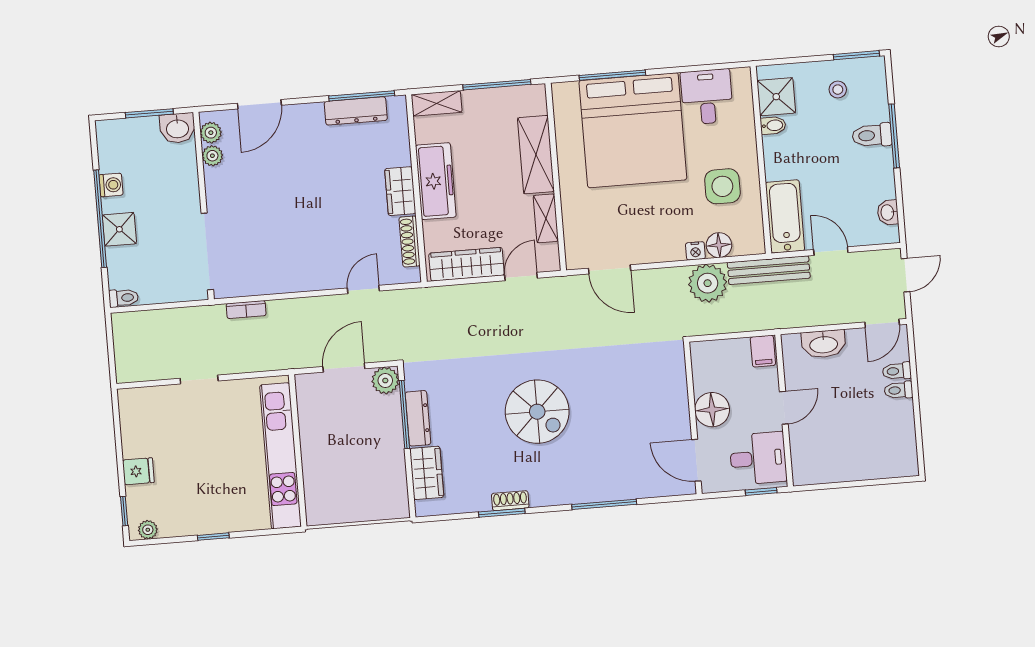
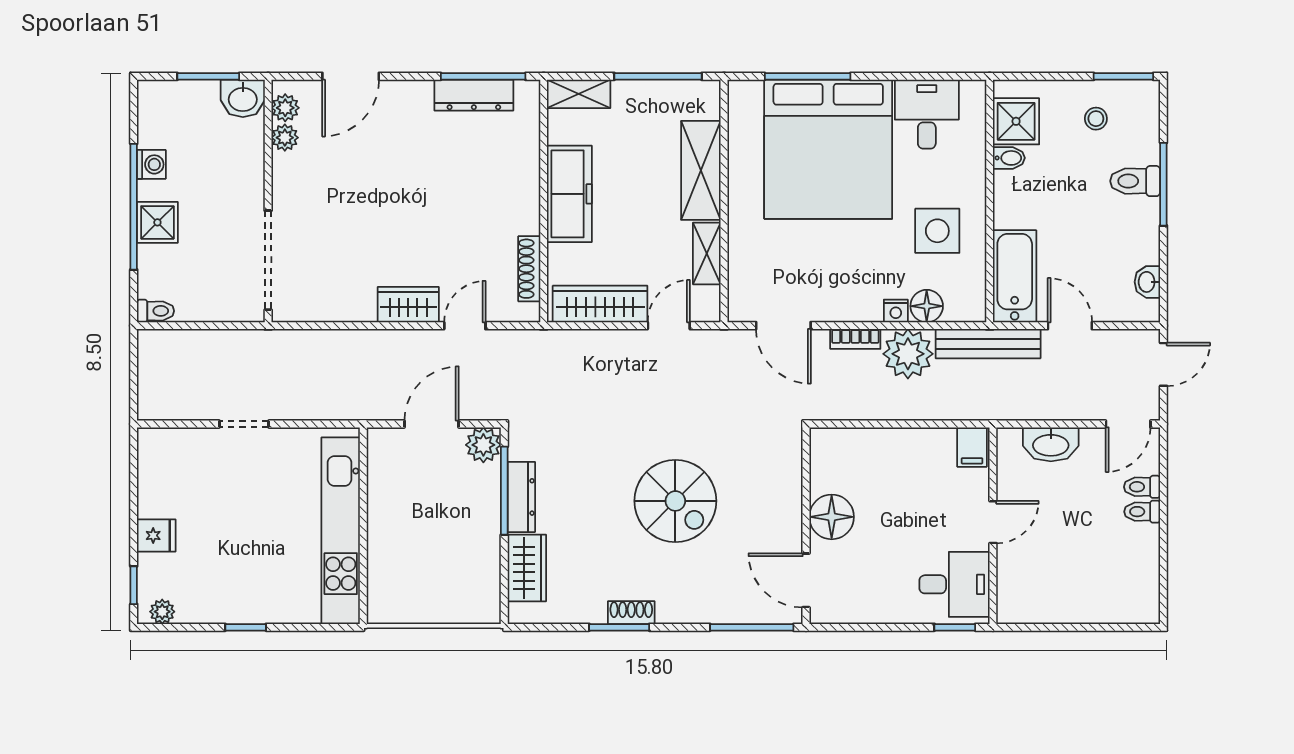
wardrobe: (400, 191) -> (408, 305), moved, turned 90
bookcase: (246, 310) -> (855, 339), moved
floor lamp: (712, 410) -> (832, 517), moved
wall: (693, 418) -> (806, 526), moved
door: (696, 460) -> (806, 580), moved

